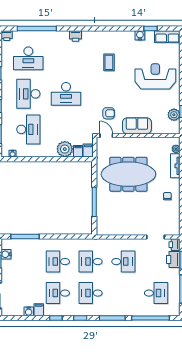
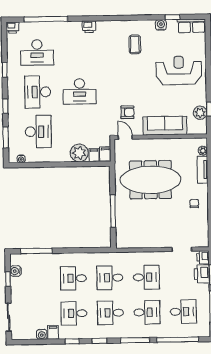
coffee table: (109, 62) -> (135, 44), moved
sofa: (137, 126) -> (165, 126), width x1.36
desk: (123, 293) -> (147, 312), added

